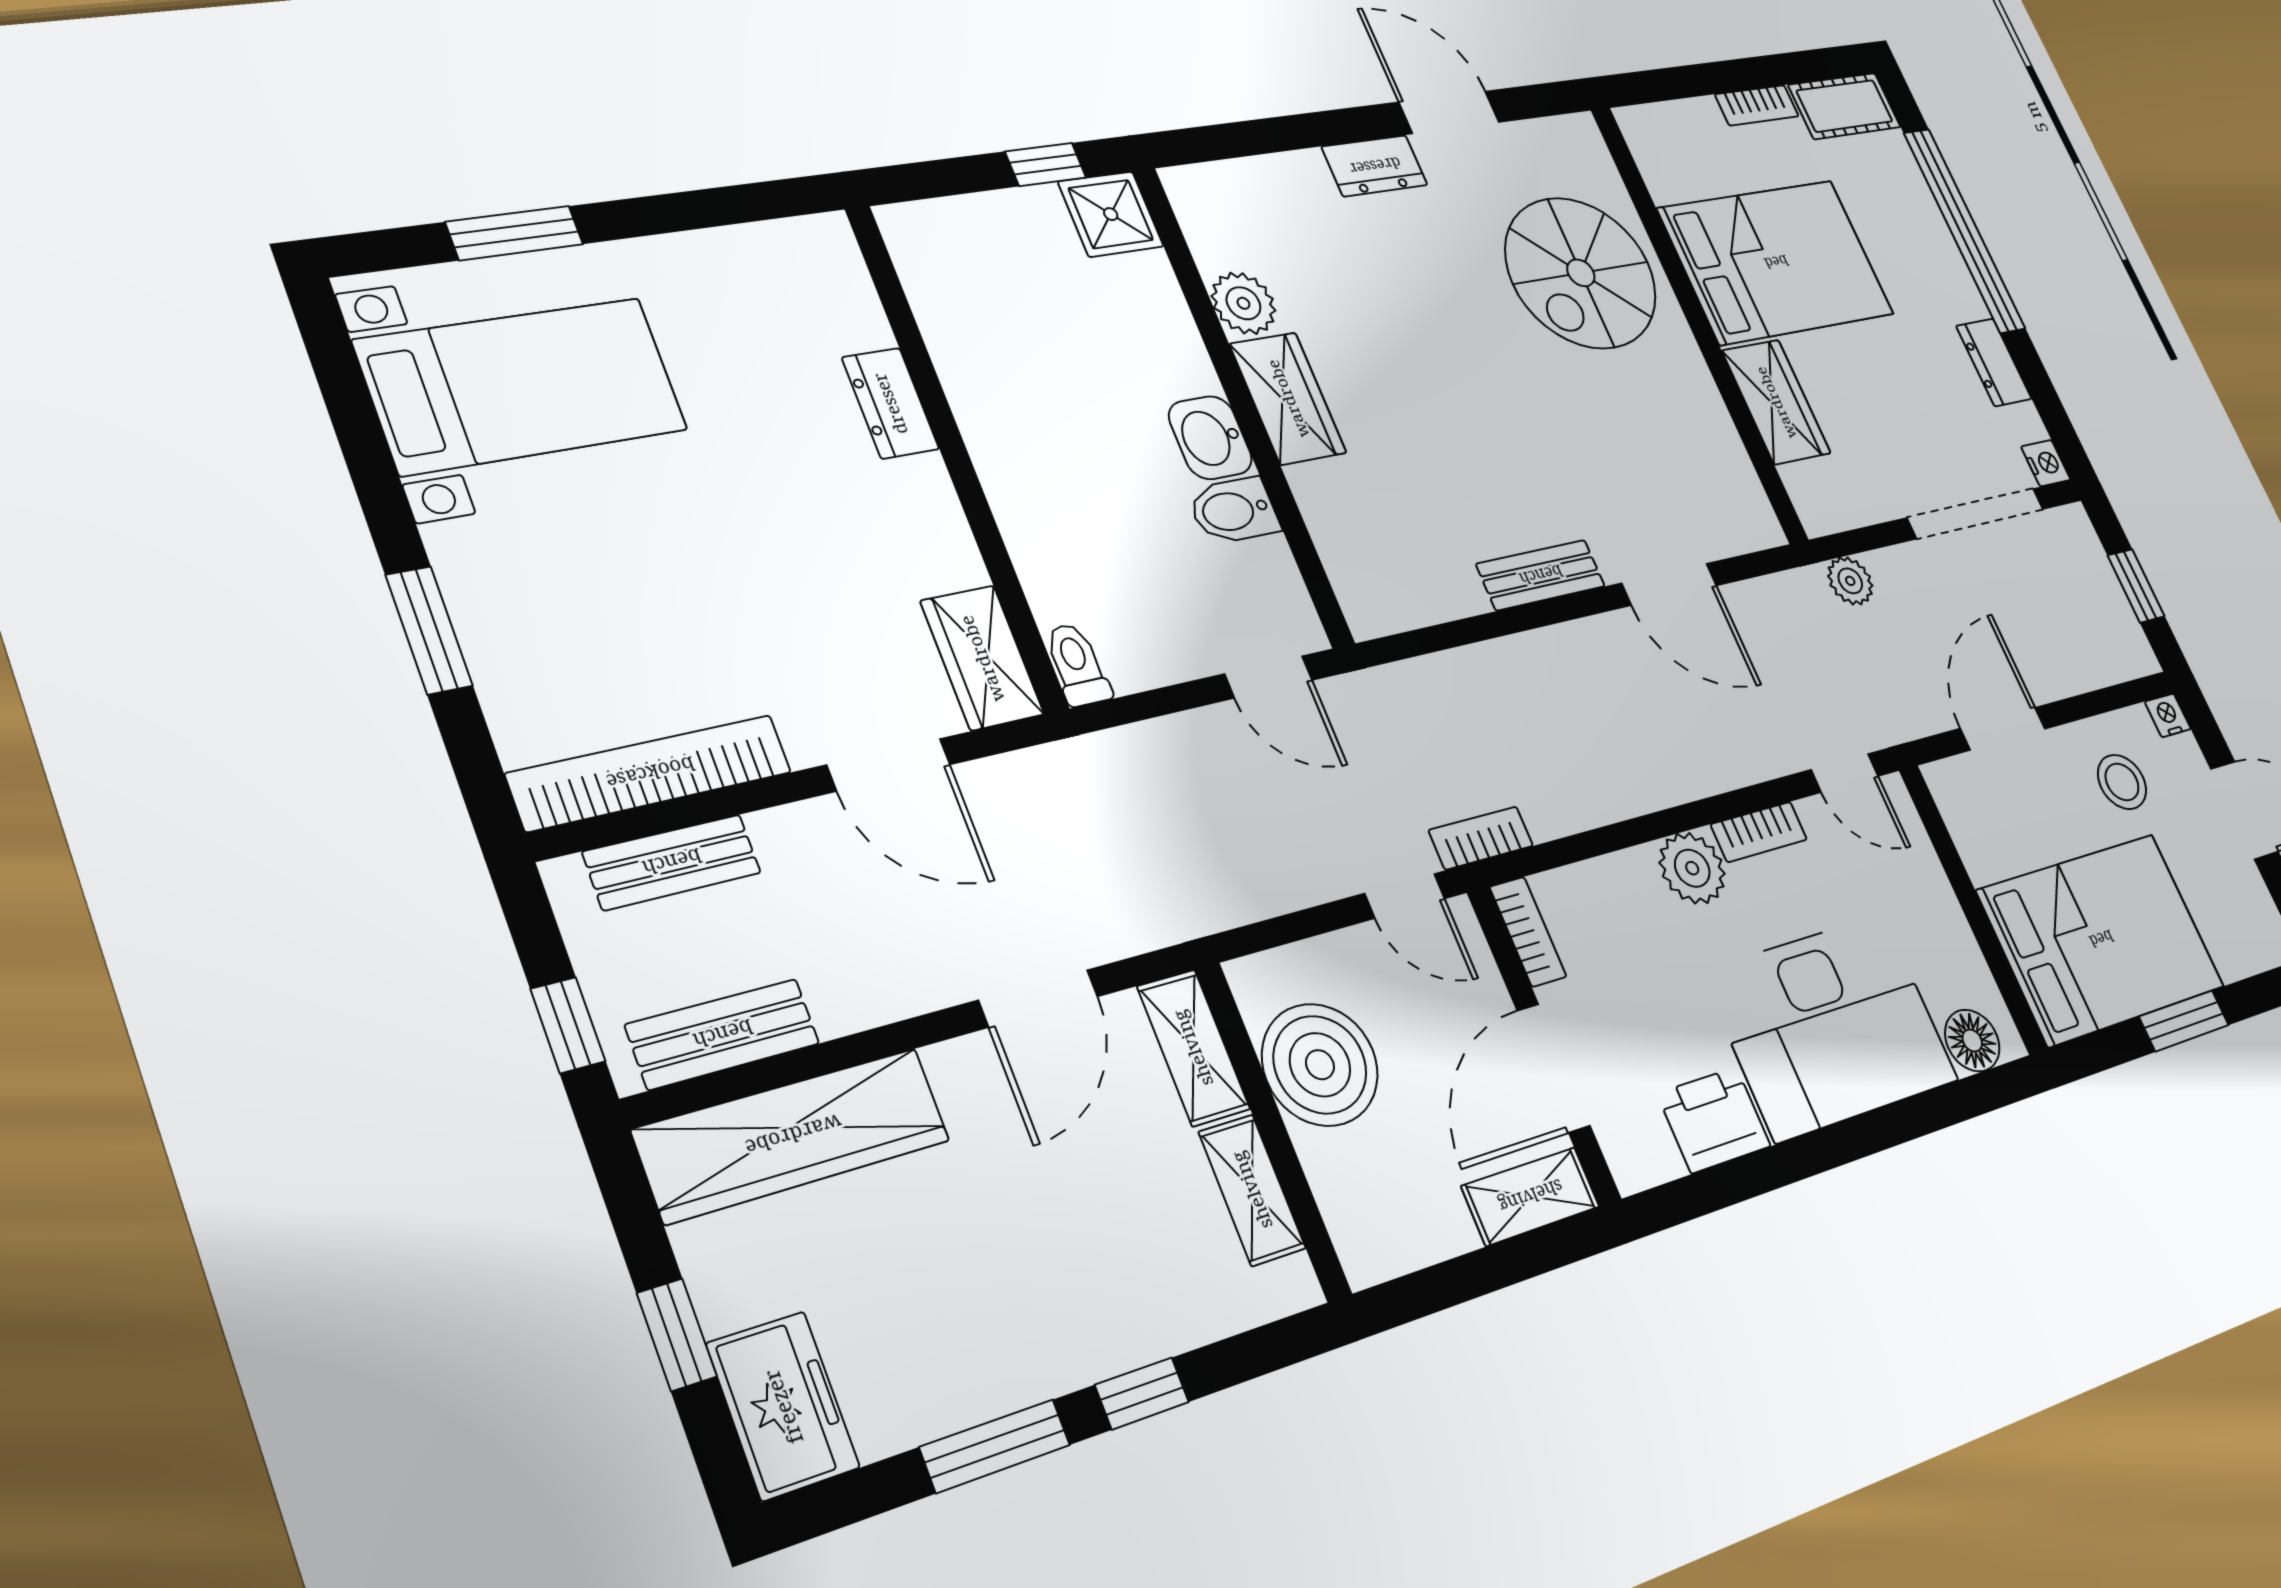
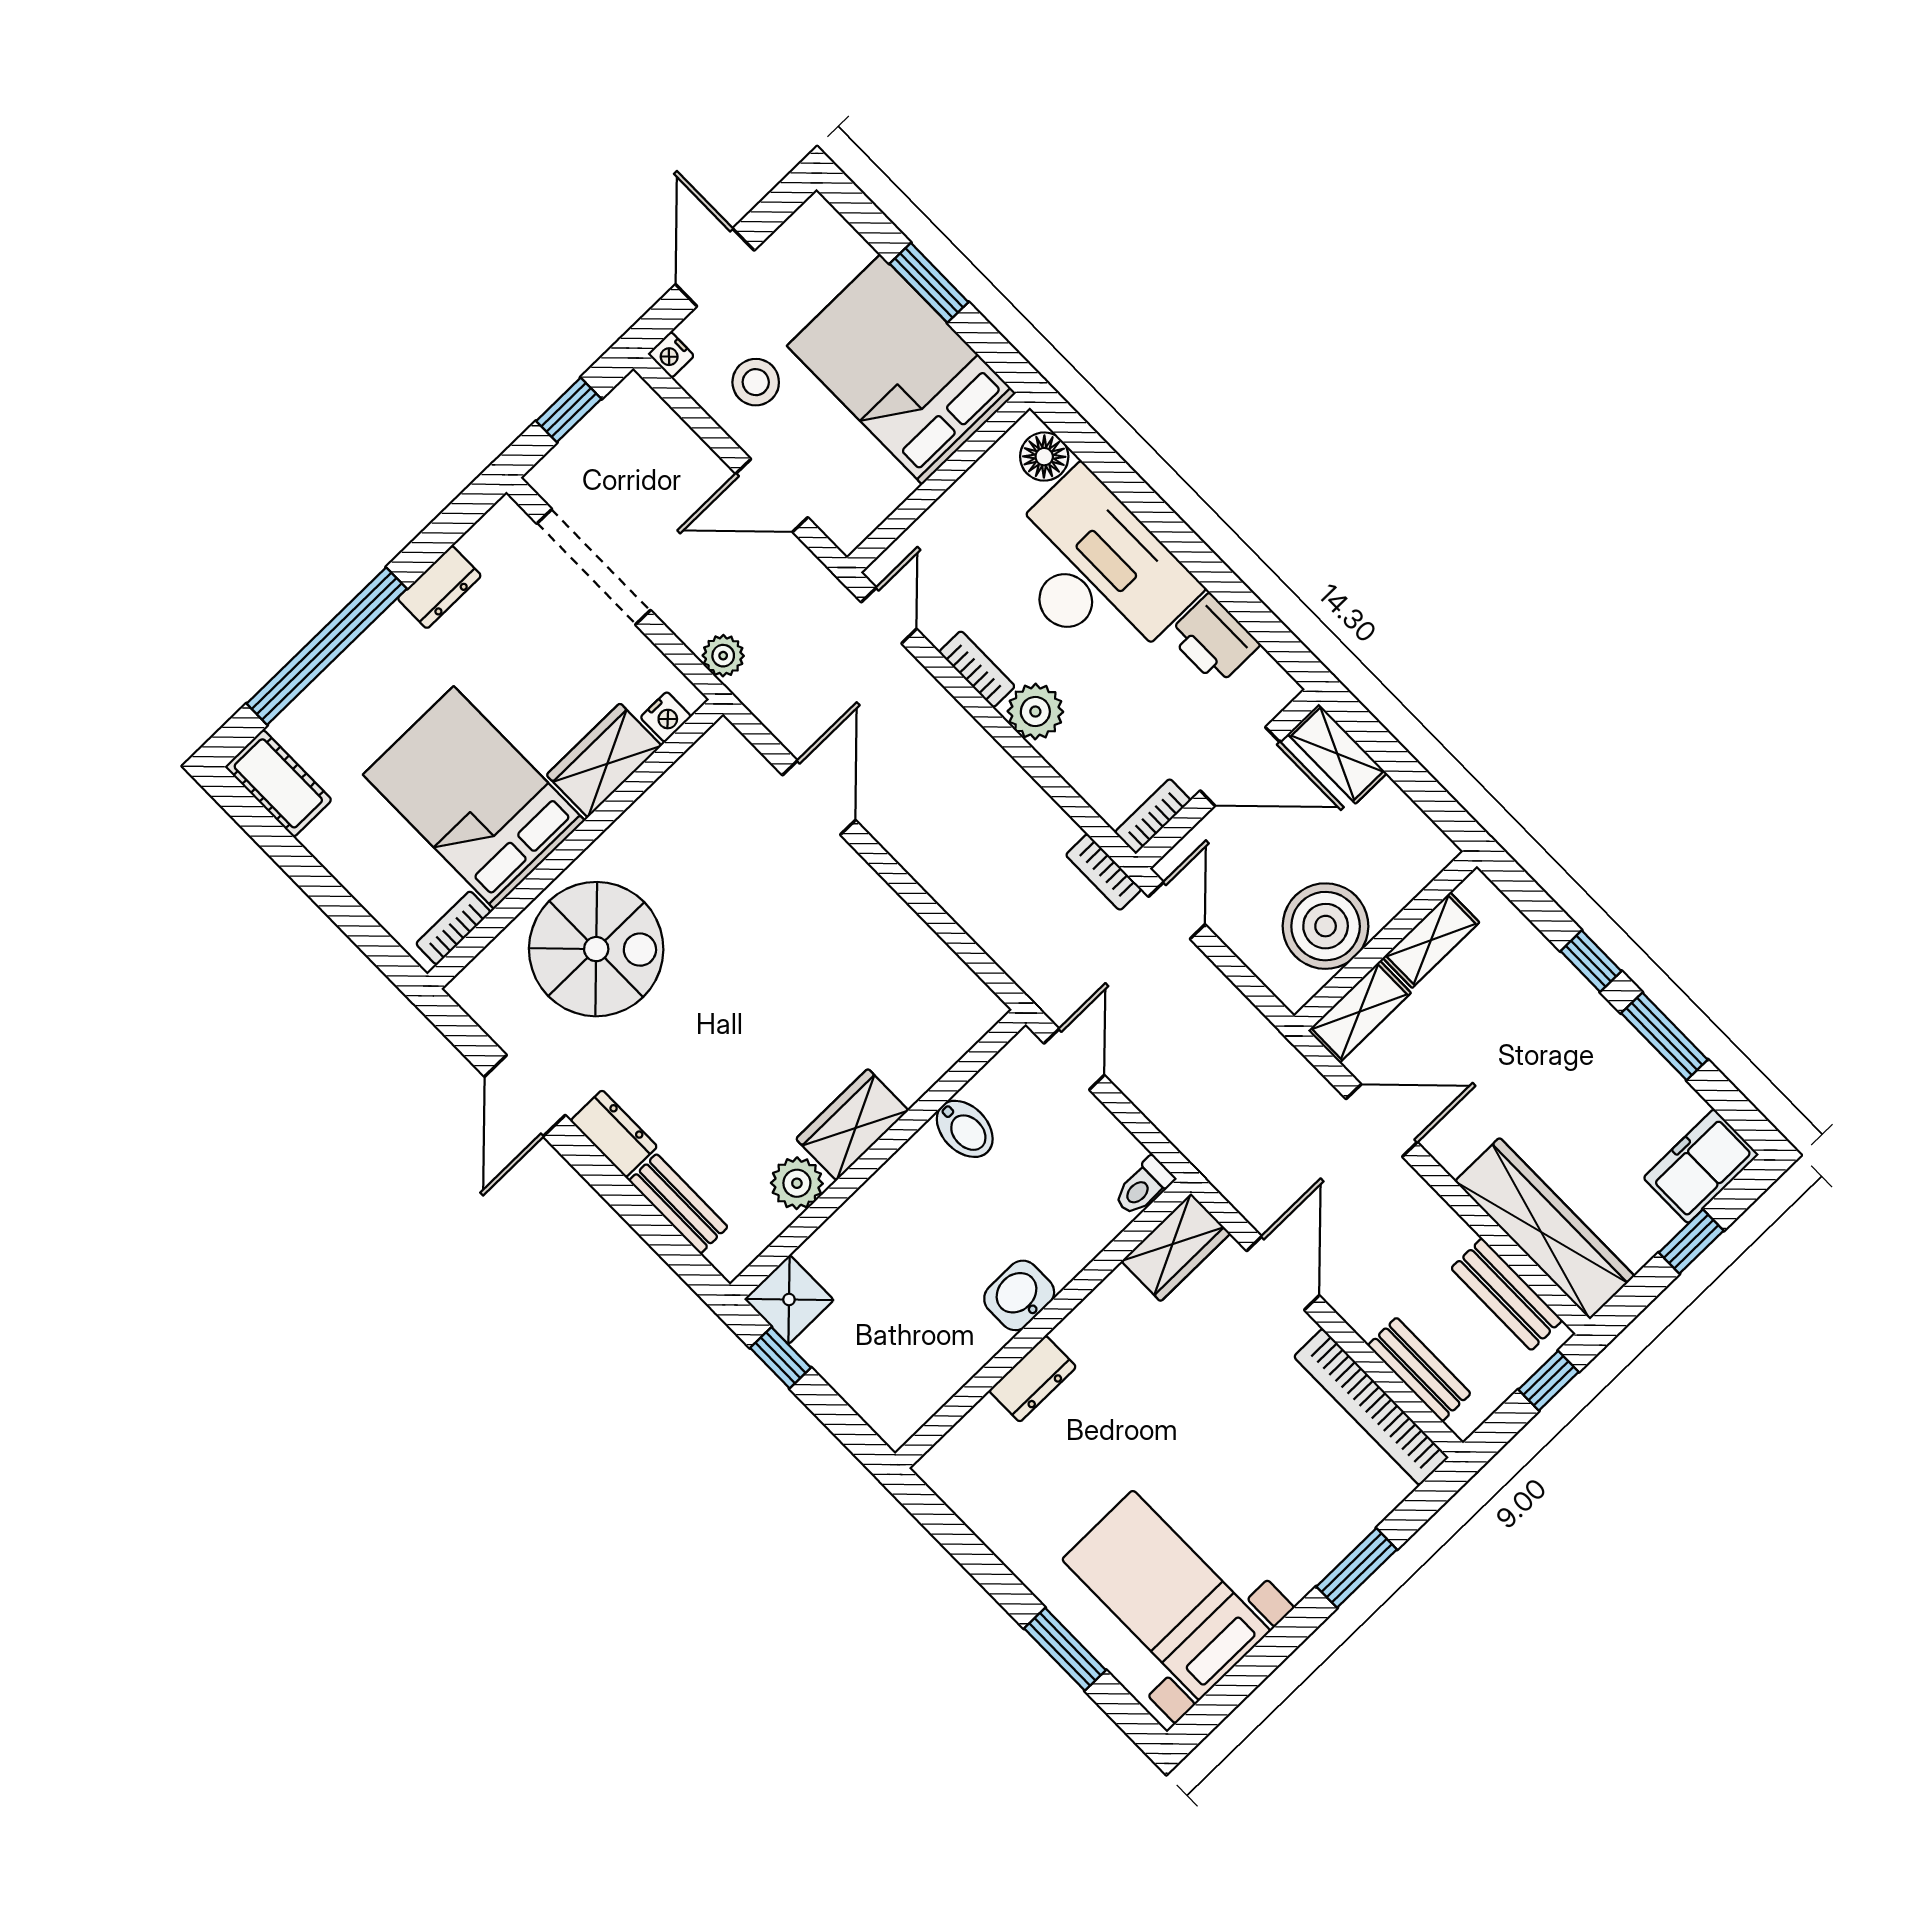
bookcase: (1757, 105) -> (453, 928), moved, turned -90
washbasin: (1210, 438) -> (1019, 1295), moved, turned 180
nightstand: (2046, 463) -> (666, 717), moved, turned 180
bench: (1541, 575) -> (678, 1204), moved

